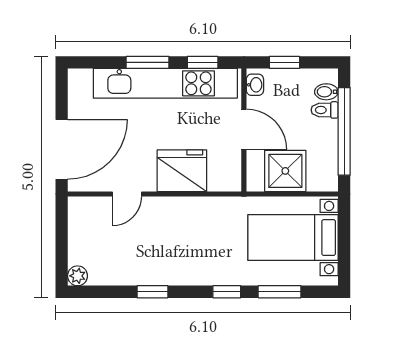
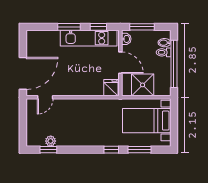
window: (284, 62) -> (142, 27), width x1.50
kitchen unit: (165, 83) -> (89, 38), width x0.73
fridge: (182, 171) -> (111, 88), moved, width x0.53, depth x0.75
door: (127, 194) -> (45, 97), moved
plant: (78, 276) -> (51, 141), moved
window: (152, 292) -> (48, 150), moved

